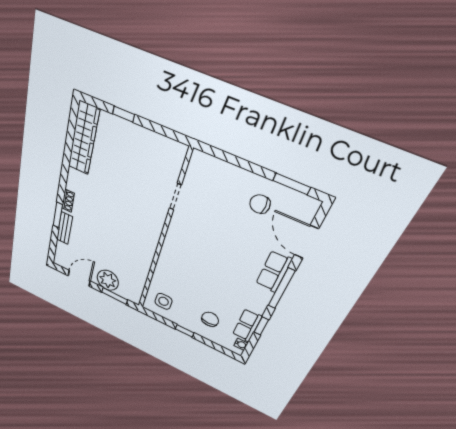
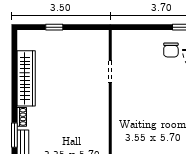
wardrobe: (84, 138) -> (26, 78), moved
chair: (260, 204) -> (171, 50), turned -90

